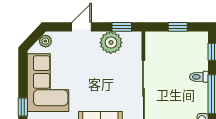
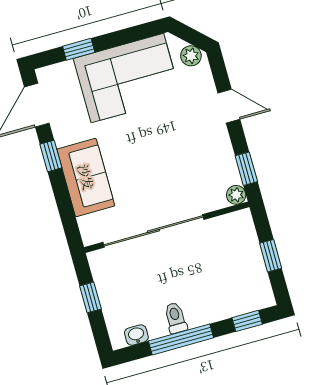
plant: (111, 43) -> (236, 195), moved, width x0.53, depth x0.53
toilet: (199, 77) -> (176, 318), moved

